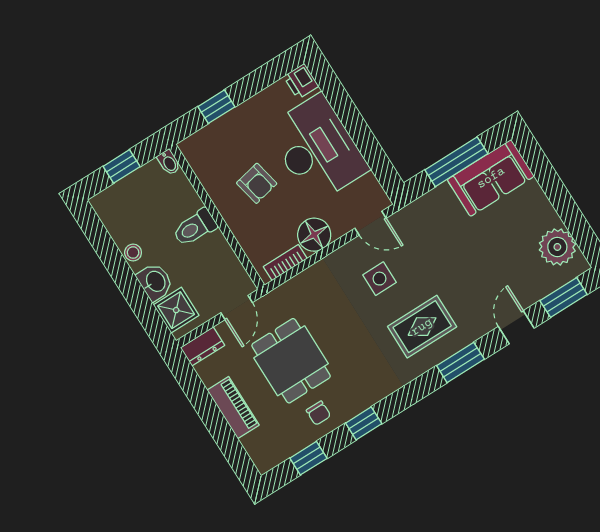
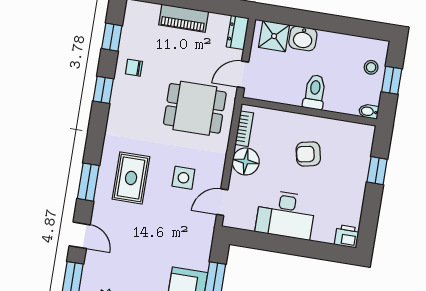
desk: (317, 149) -> (286, 215), width x0.73, depth x0.77
stool: (133, 253) -> (371, 67), moved
door: (237, 308) -> (243, 74), hinge flipped
dining table: (291, 361) -> (195, 108), moved

